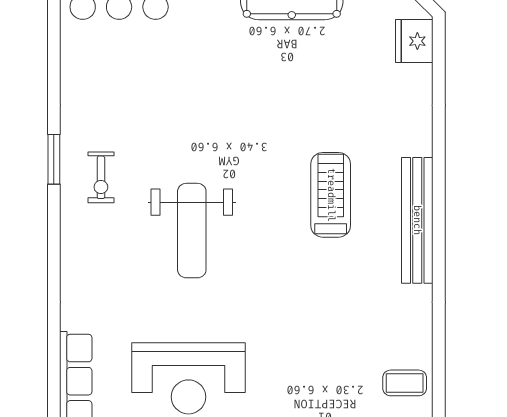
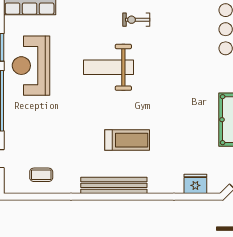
fridge: (414, 41) -> (195, 184), moved
coffee table: (405, 383) -> (41, 175), moved, turned 90

